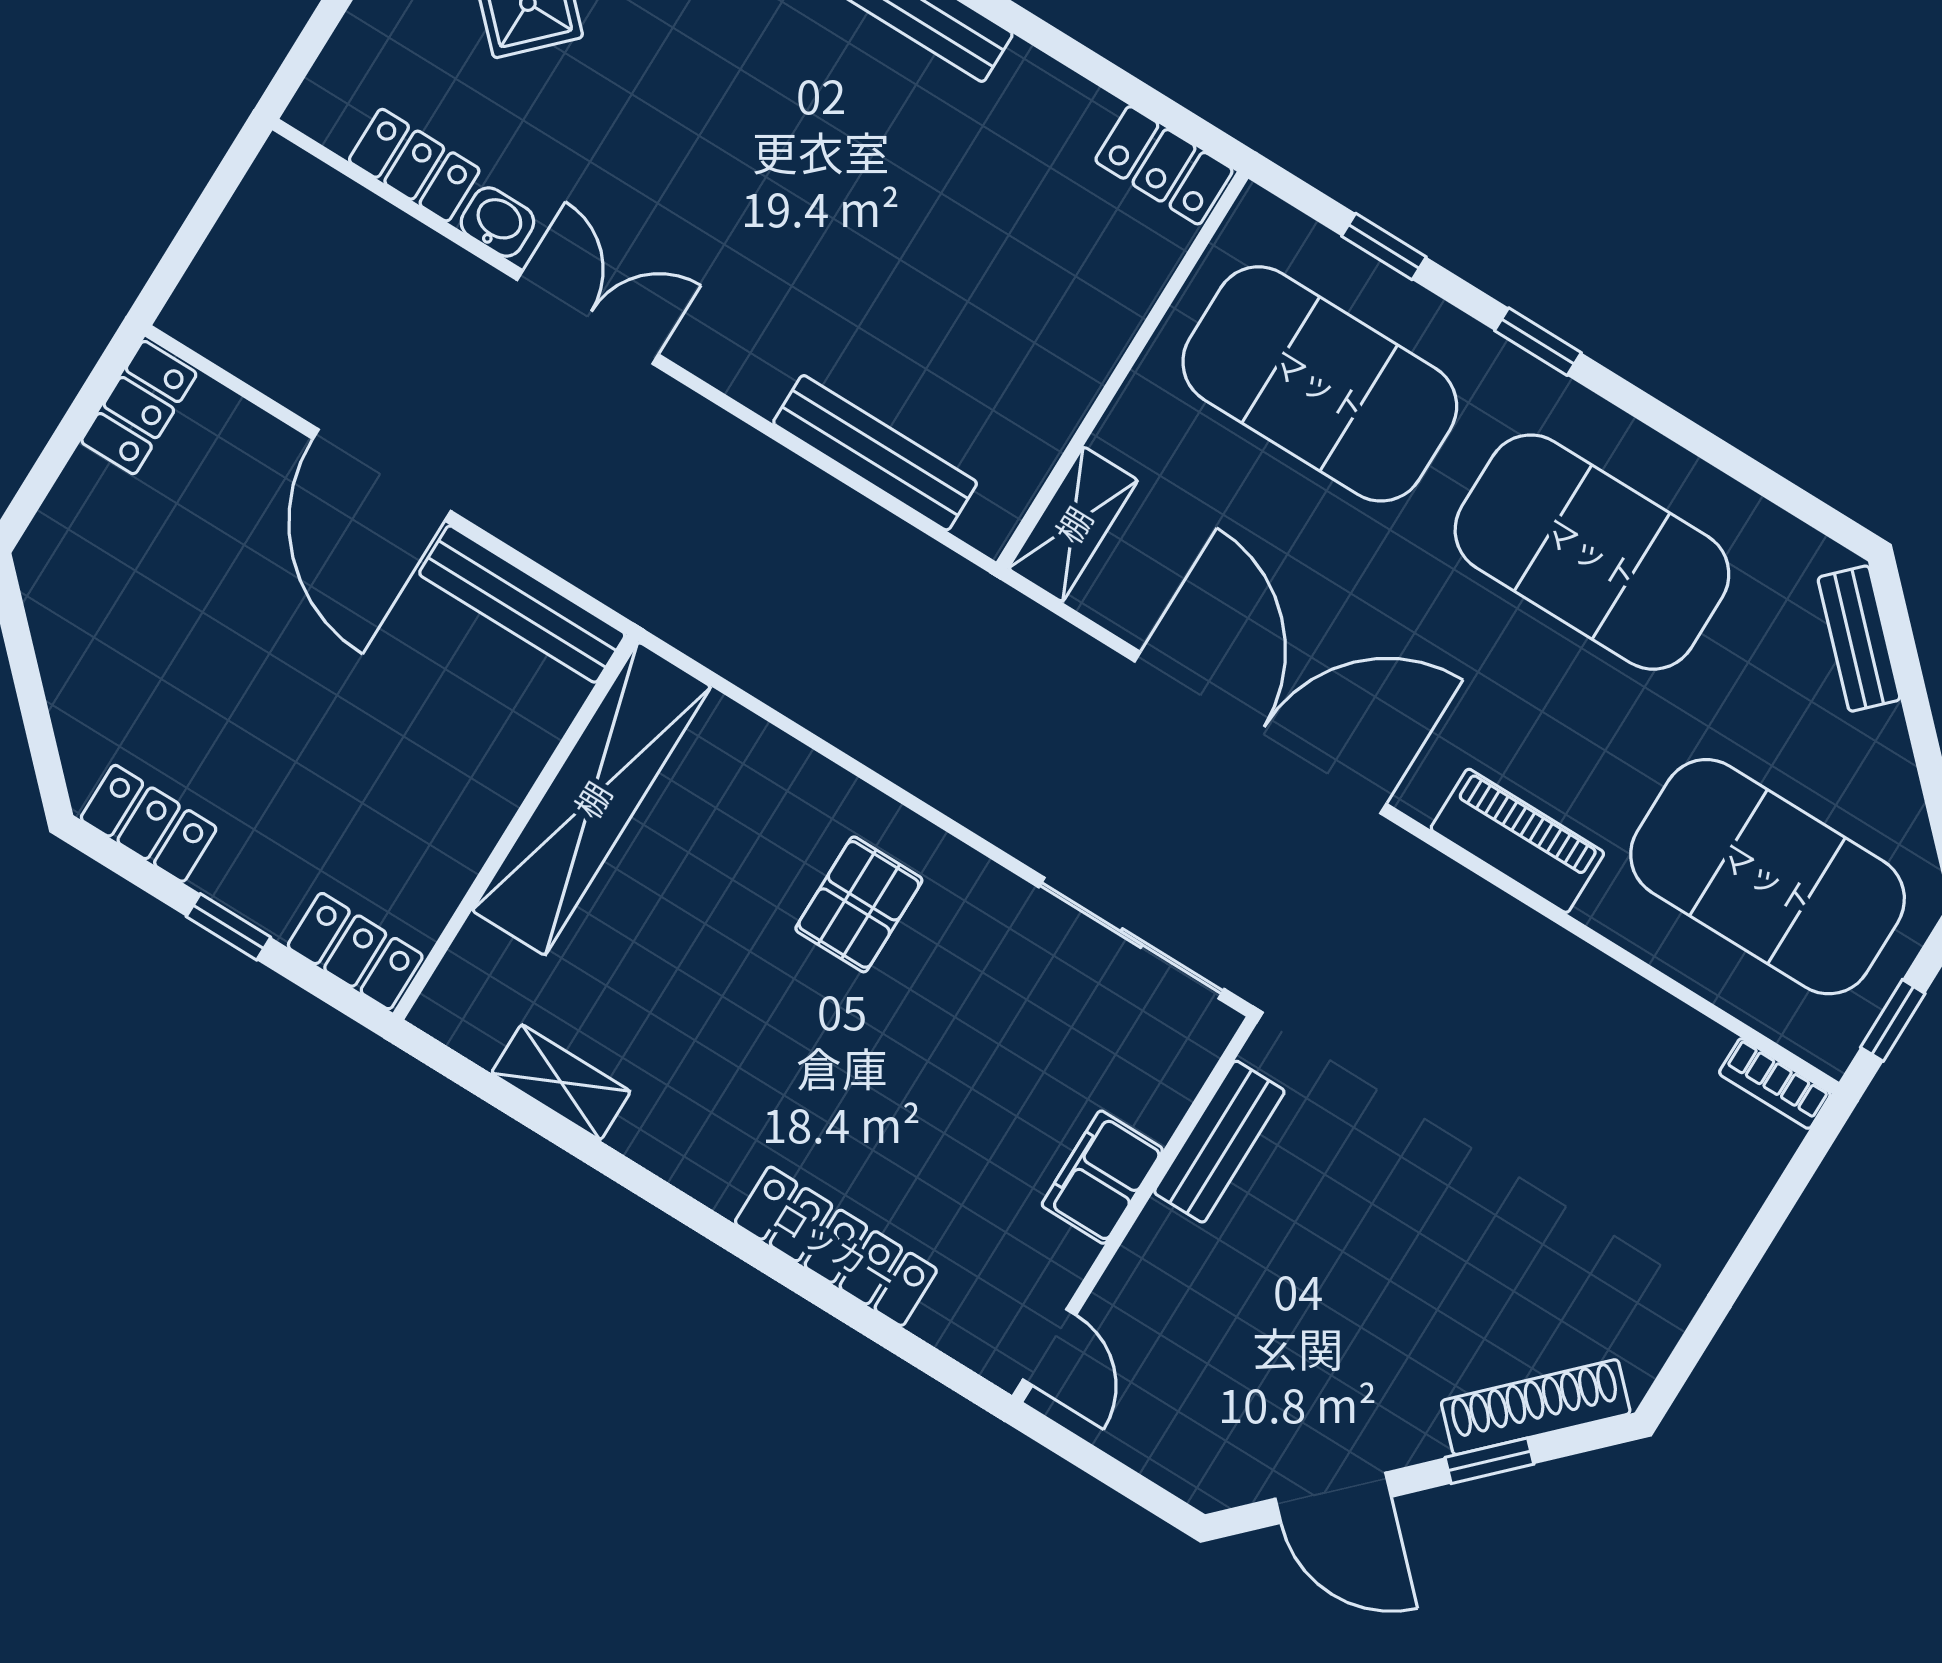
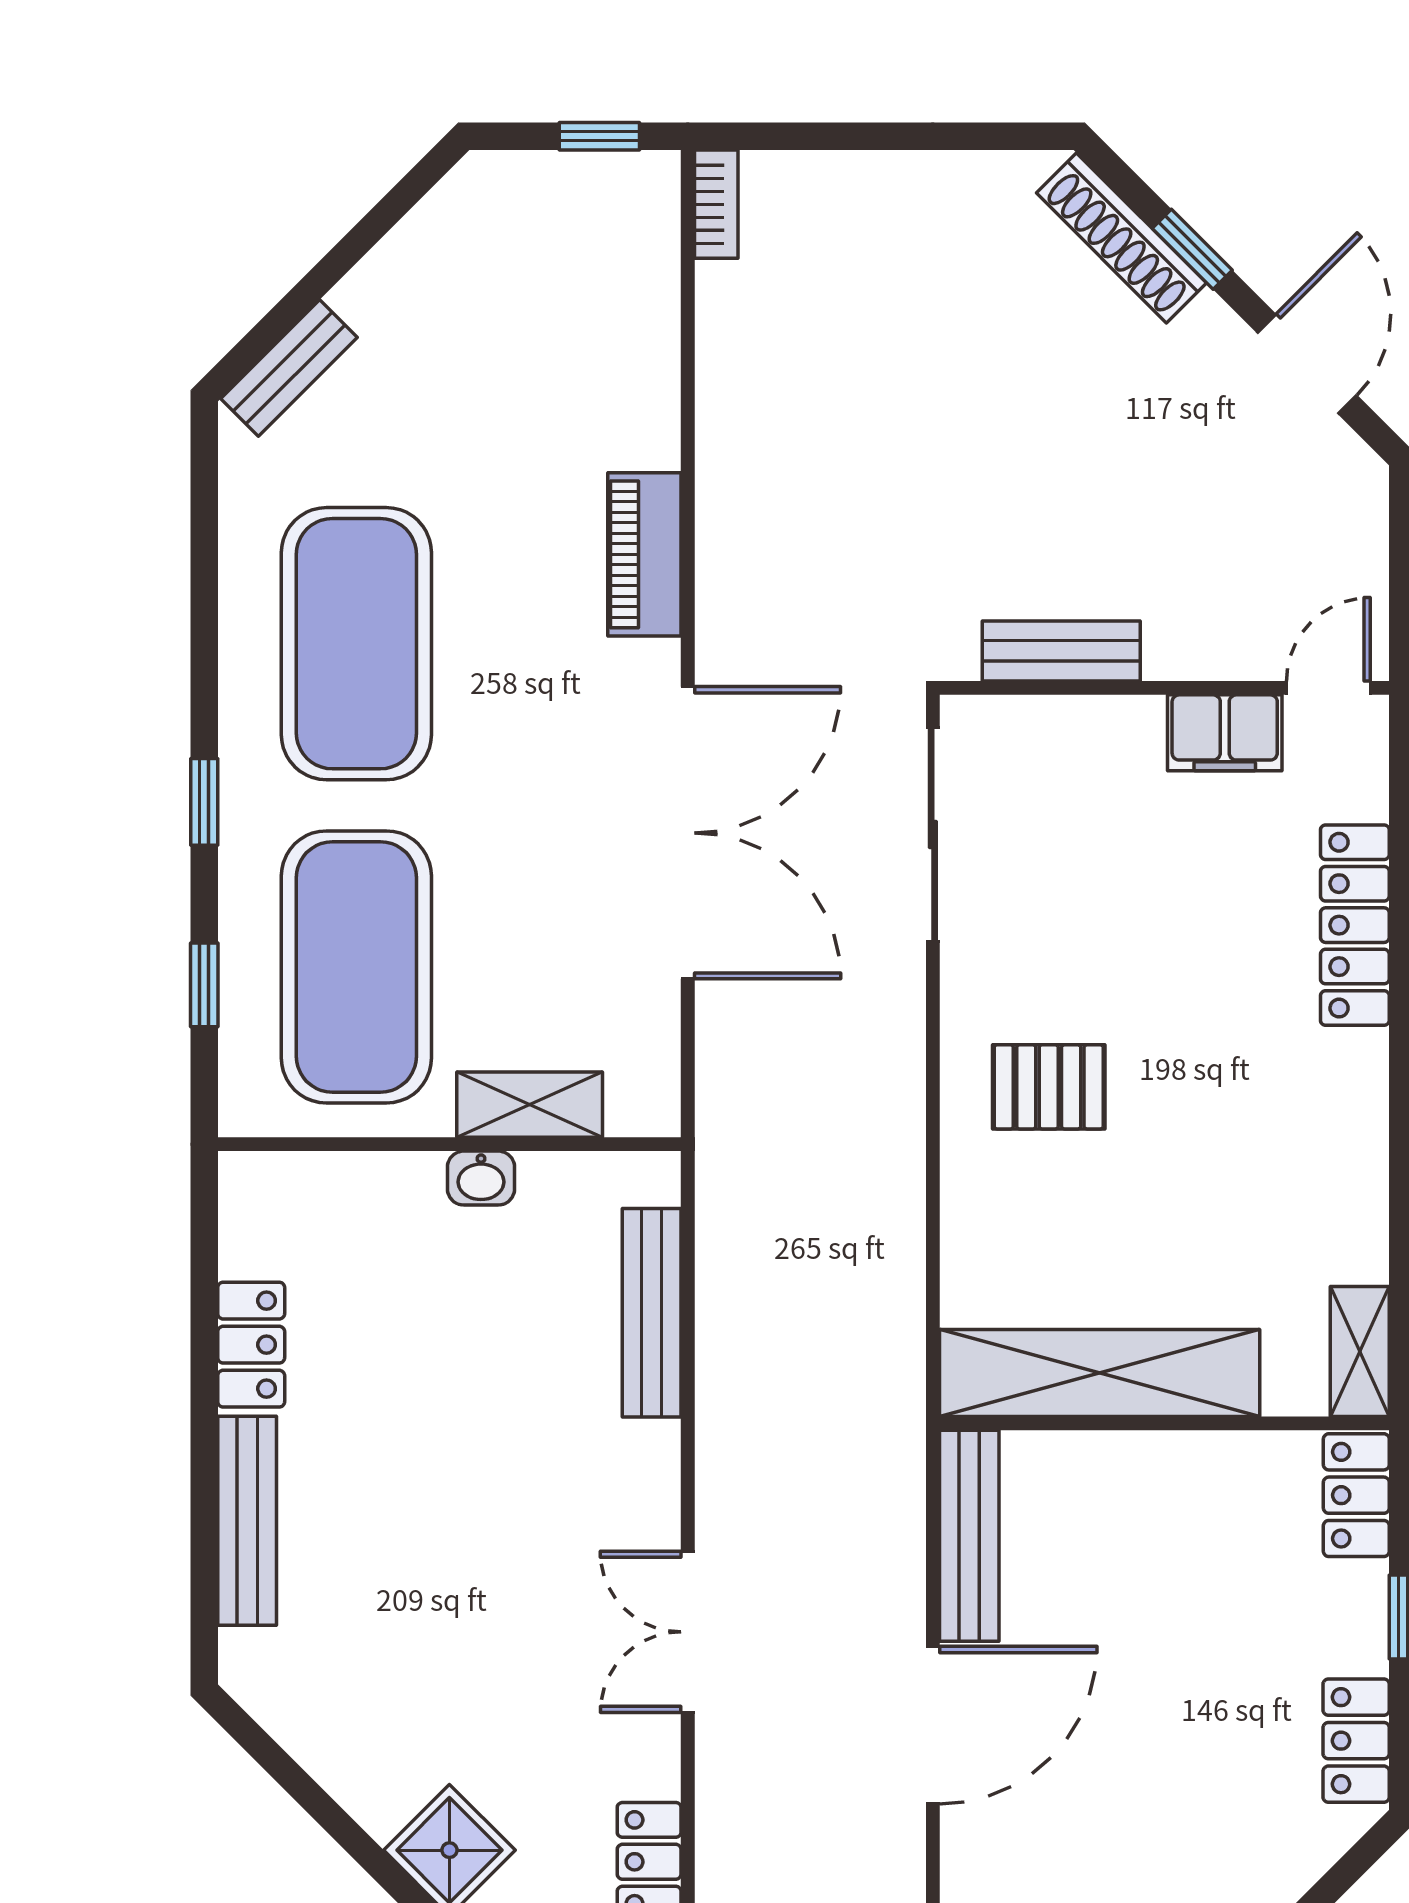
locker: (1164, 165) -> (251, 1345), moved
washbasin: (497, 222) -> (481, 1178), moved, turned -90
shelving: (1073, 524) -> (530, 1105), moved
double door: (1260, 733) -> (688, 833), swing flipped
exercise mat: (1768, 877) -> (542, 320), removed
shelving: (561, 1082) -> (1360, 1351), moved
filing cabinet: (1102, 1177) -> (1225, 733), moved

